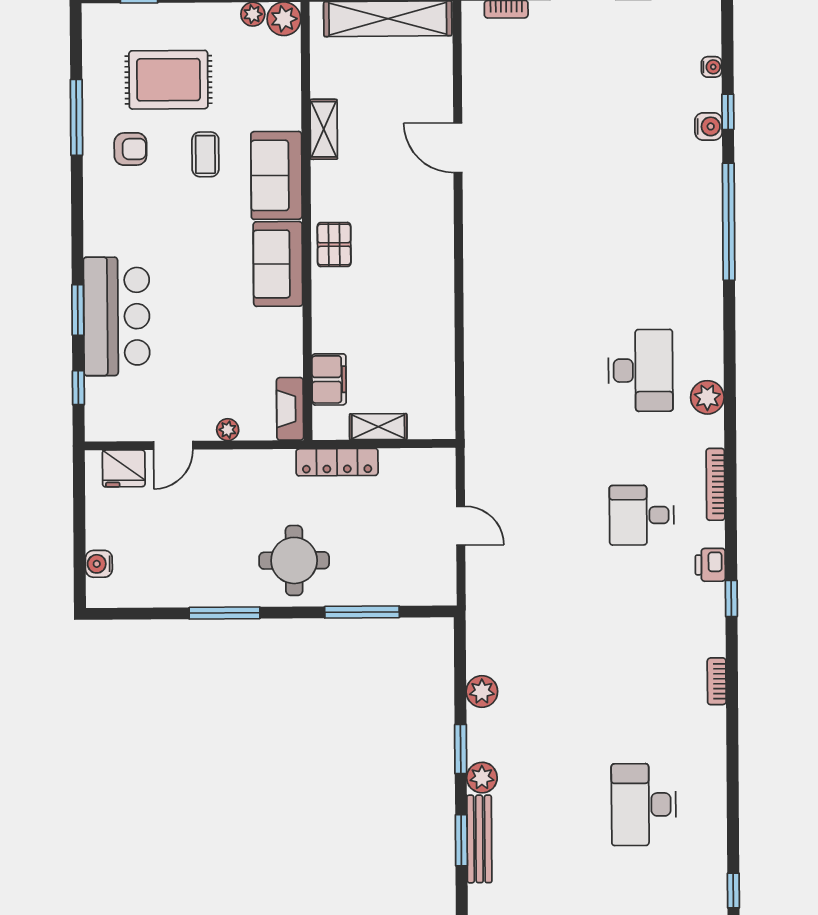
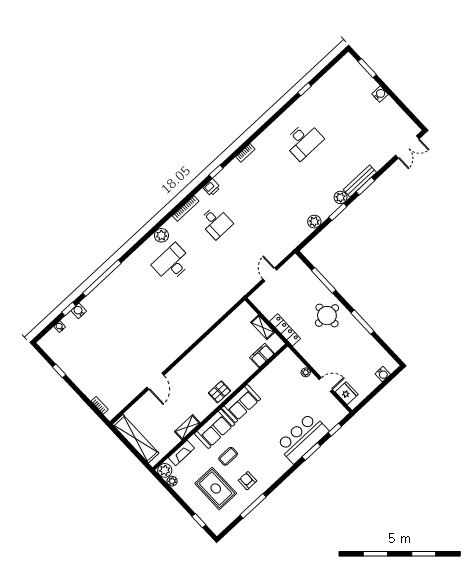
fireplace: (290, 409) -> (181, 453), moved

